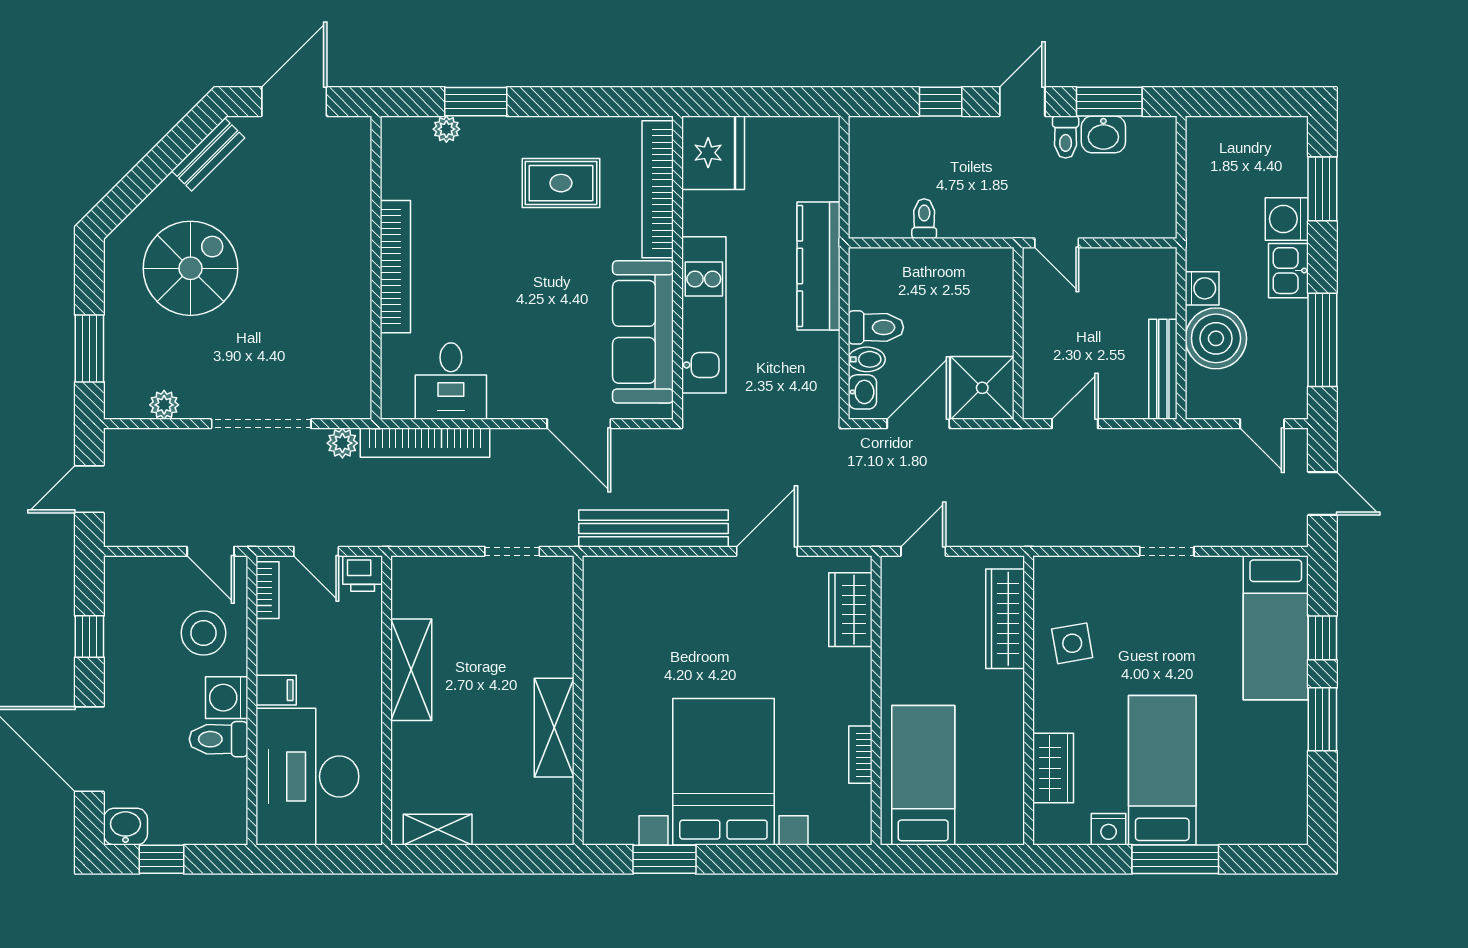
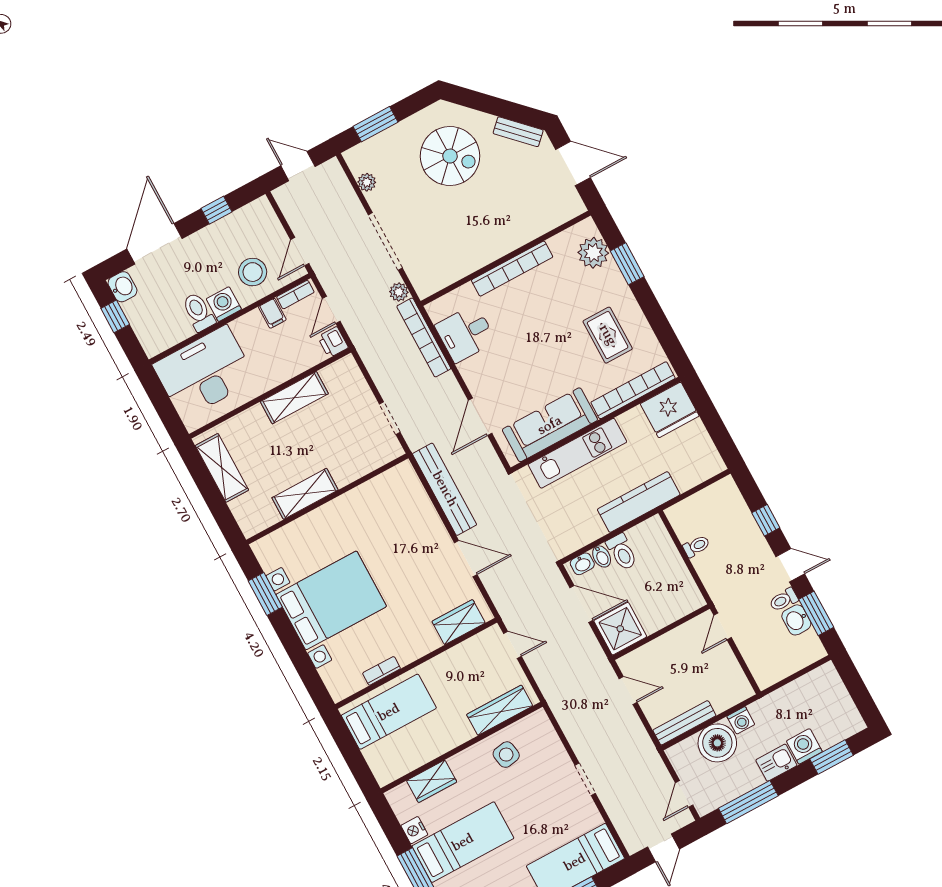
plant: (446, 129) -> (593, 253), width x1.87, depth x1.87
filing cabinet: (276, 690) -> (272, 313), moved
shelving: (438, 830) -> (222, 468), width x1.50, depth x1.33

